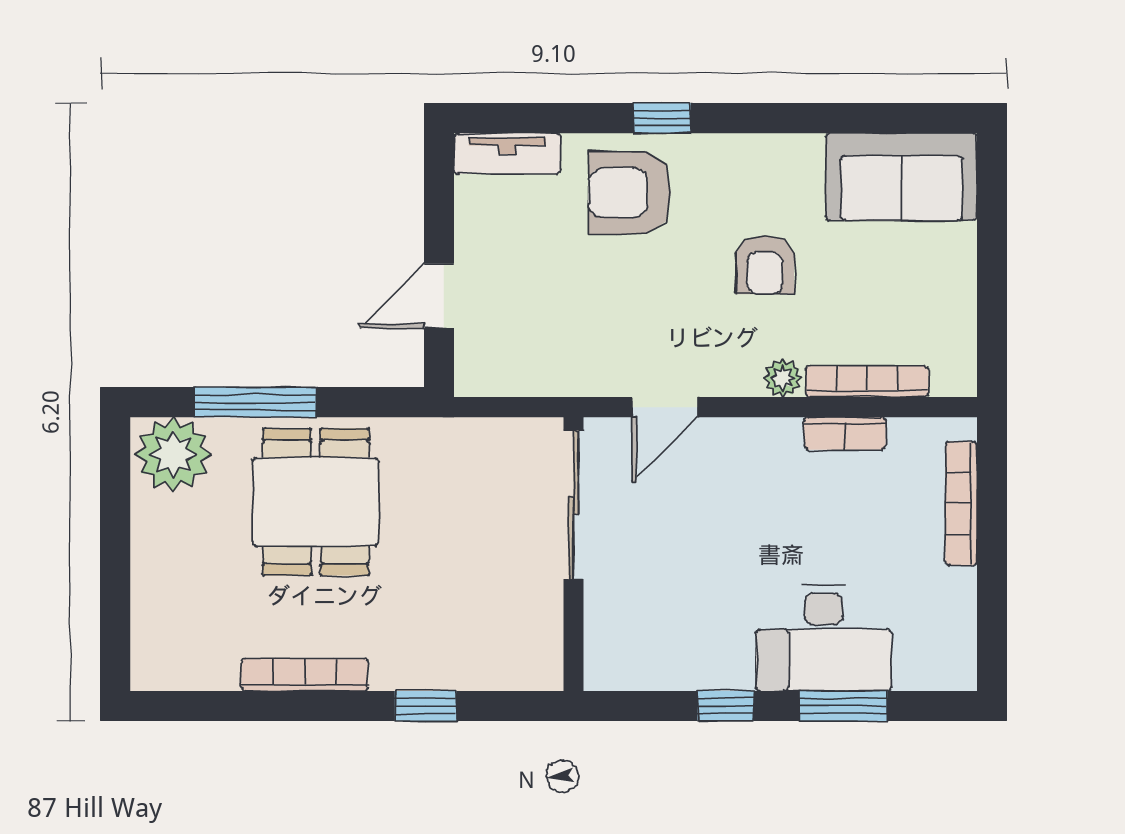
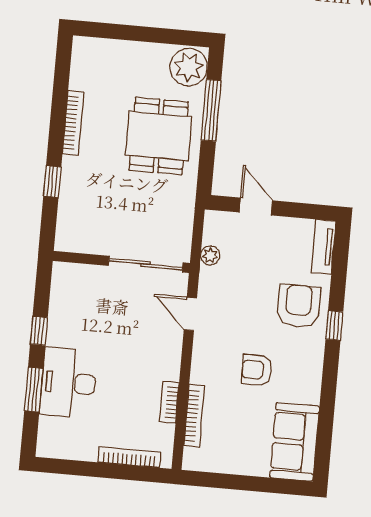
plant: (783, 378) -> (210, 255), moved
dining table: (316, 502) -> (159, 136), turned 90

